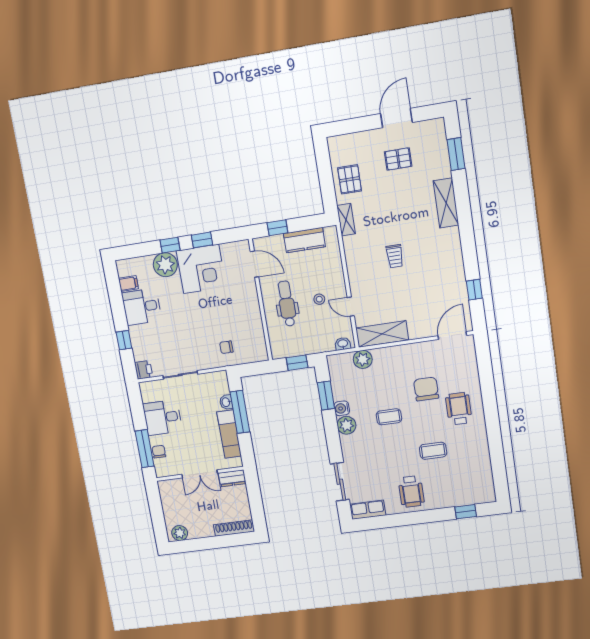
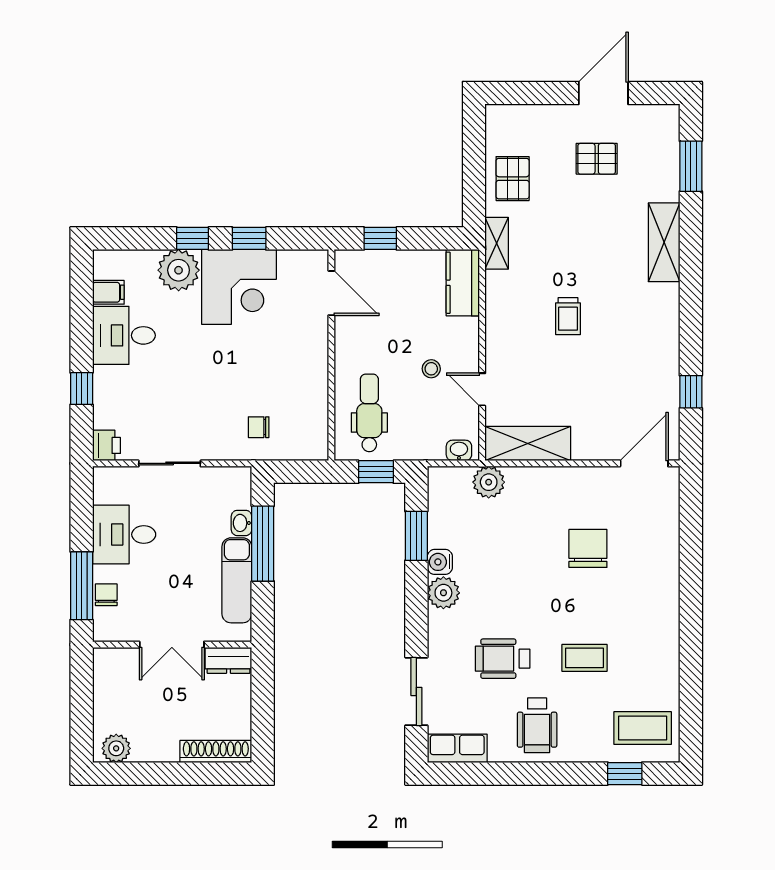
kitchen counter: (304, 240) -> (463, 283), moved, turned 90
dental chair: (287, 304) -> (369, 413), moved
wheelchair: (459, 409) -> (503, 659), moved, turned -90
coffee table: (389, 417) -> (643, 728), moved, width x1.36, depth x1.30

